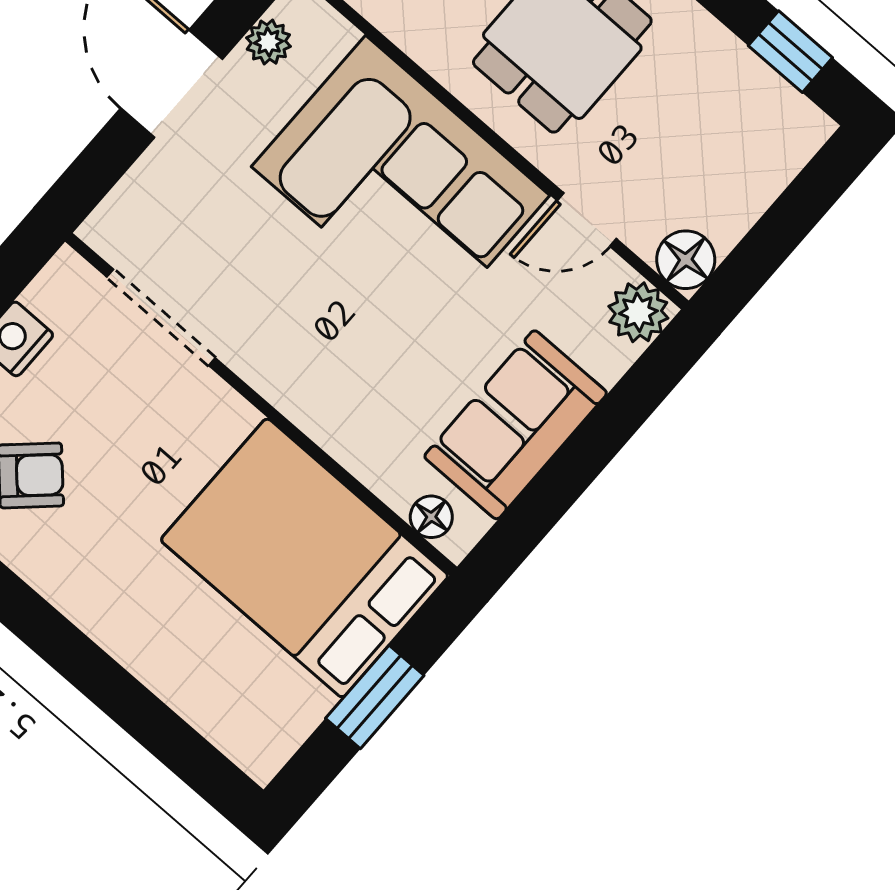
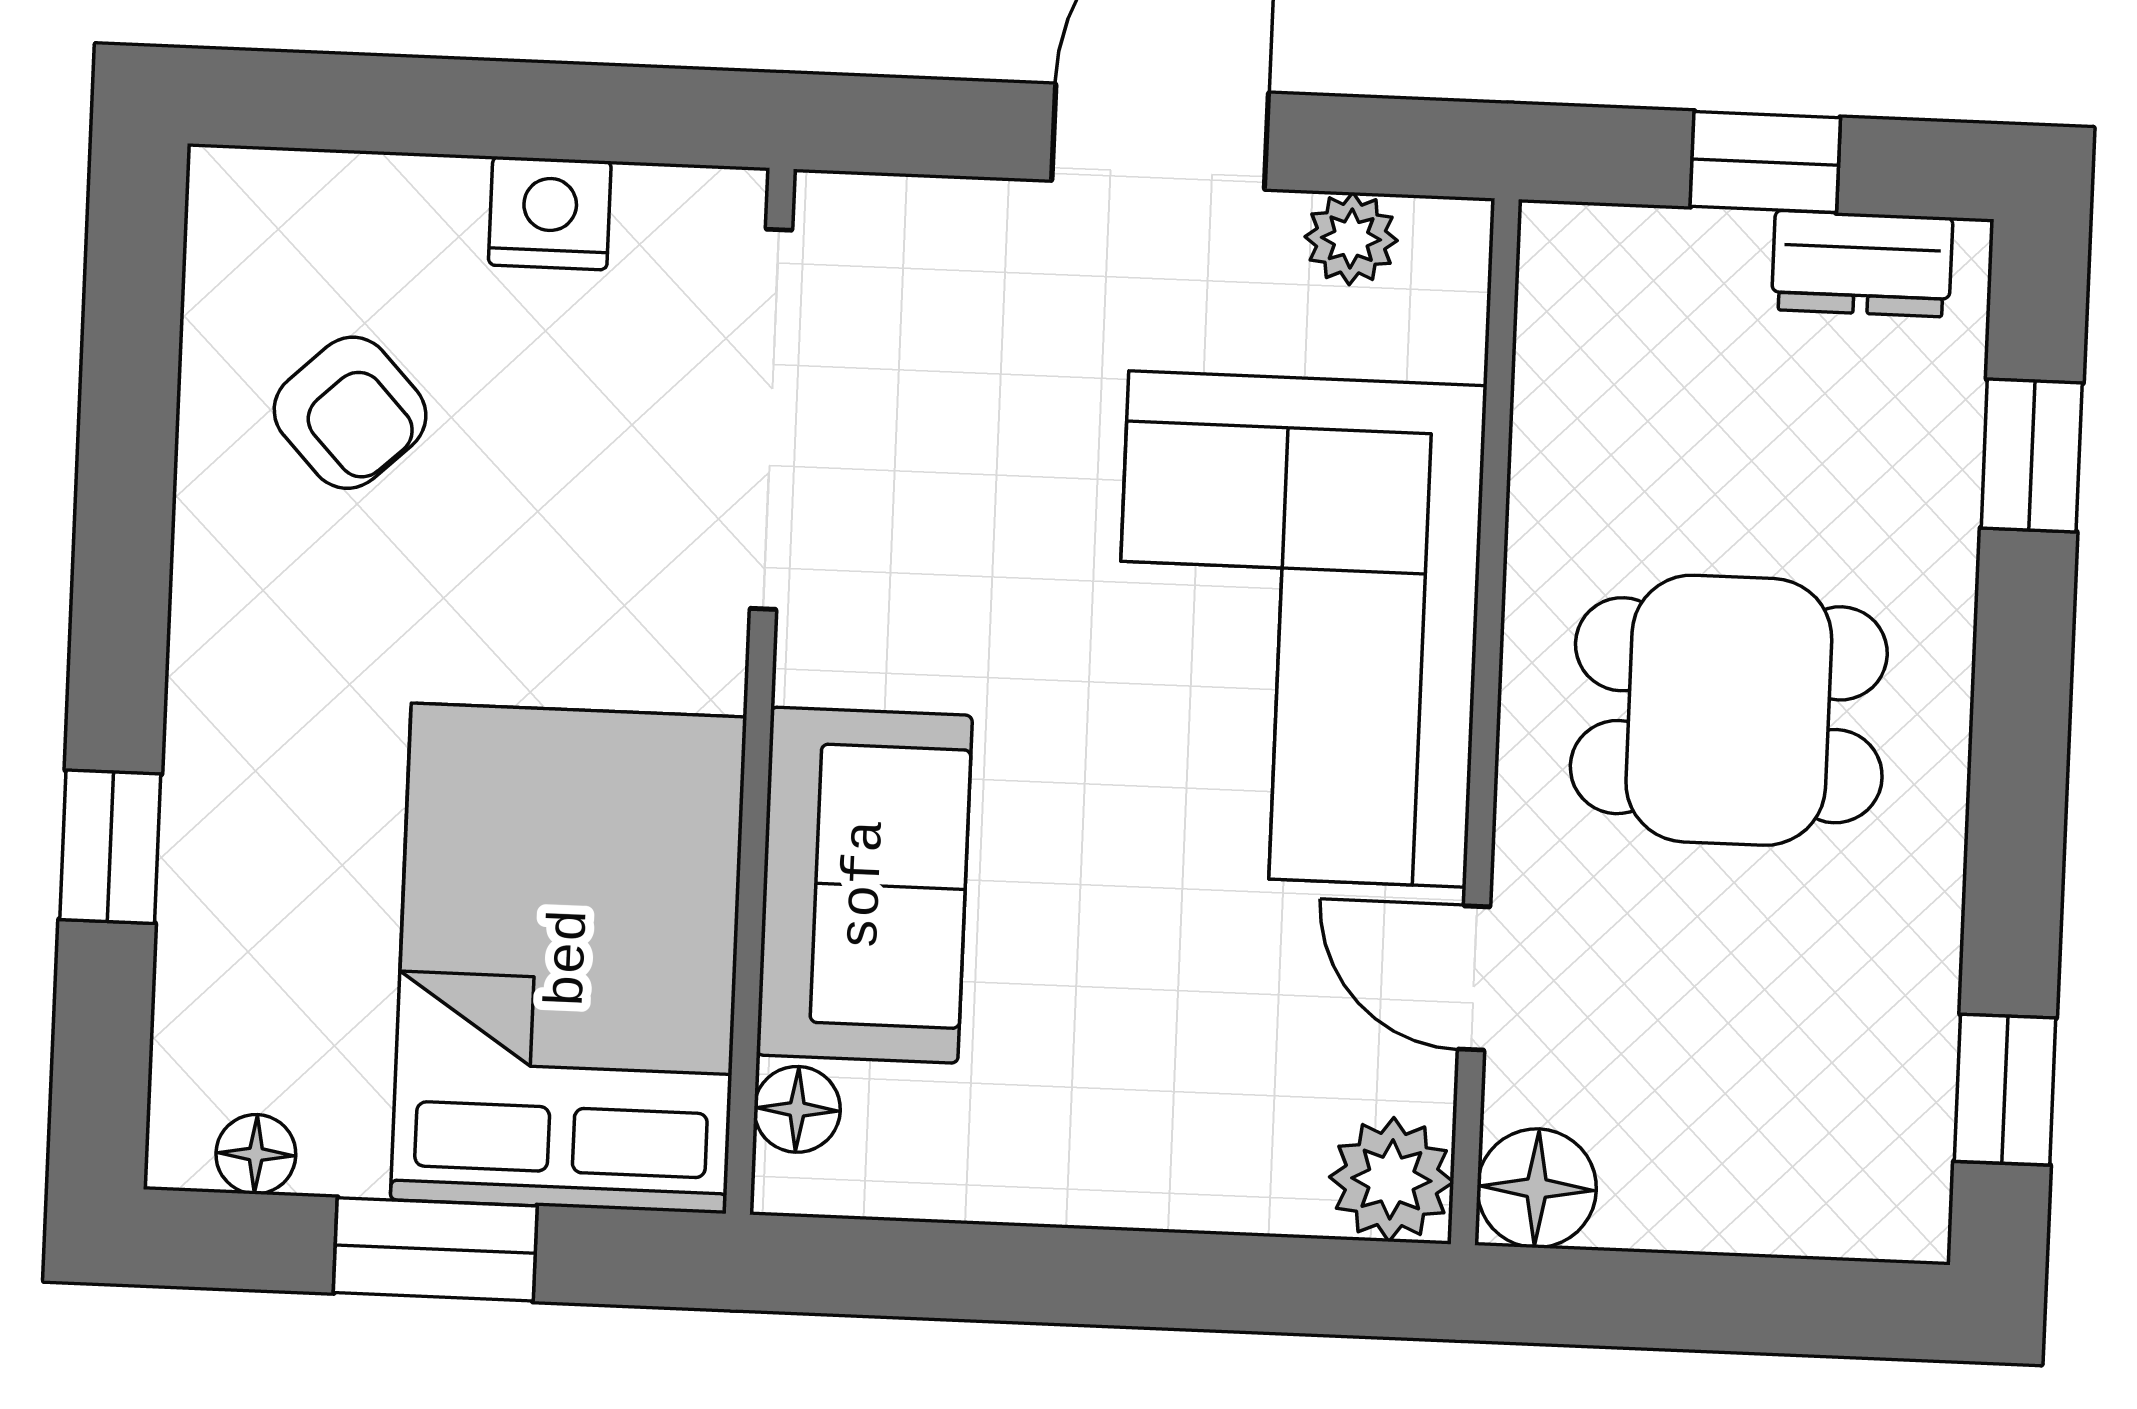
doorway: (161, 317) -> (771, 419), width x1.36
sofa: (516, 425) -> (864, 885), moved, turned 90
window: (123, 698) -> (110, 847), added
floor lamp: (284, 736) -> (256, 1154), added

